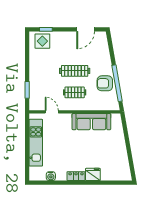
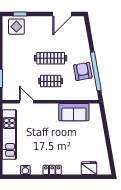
armchair: (105, 83) -> (83, 71), turned 80
sofa: (91, 122) -> (74, 112), width x0.73
fridge: (93, 174) -> (89, 168), moved

